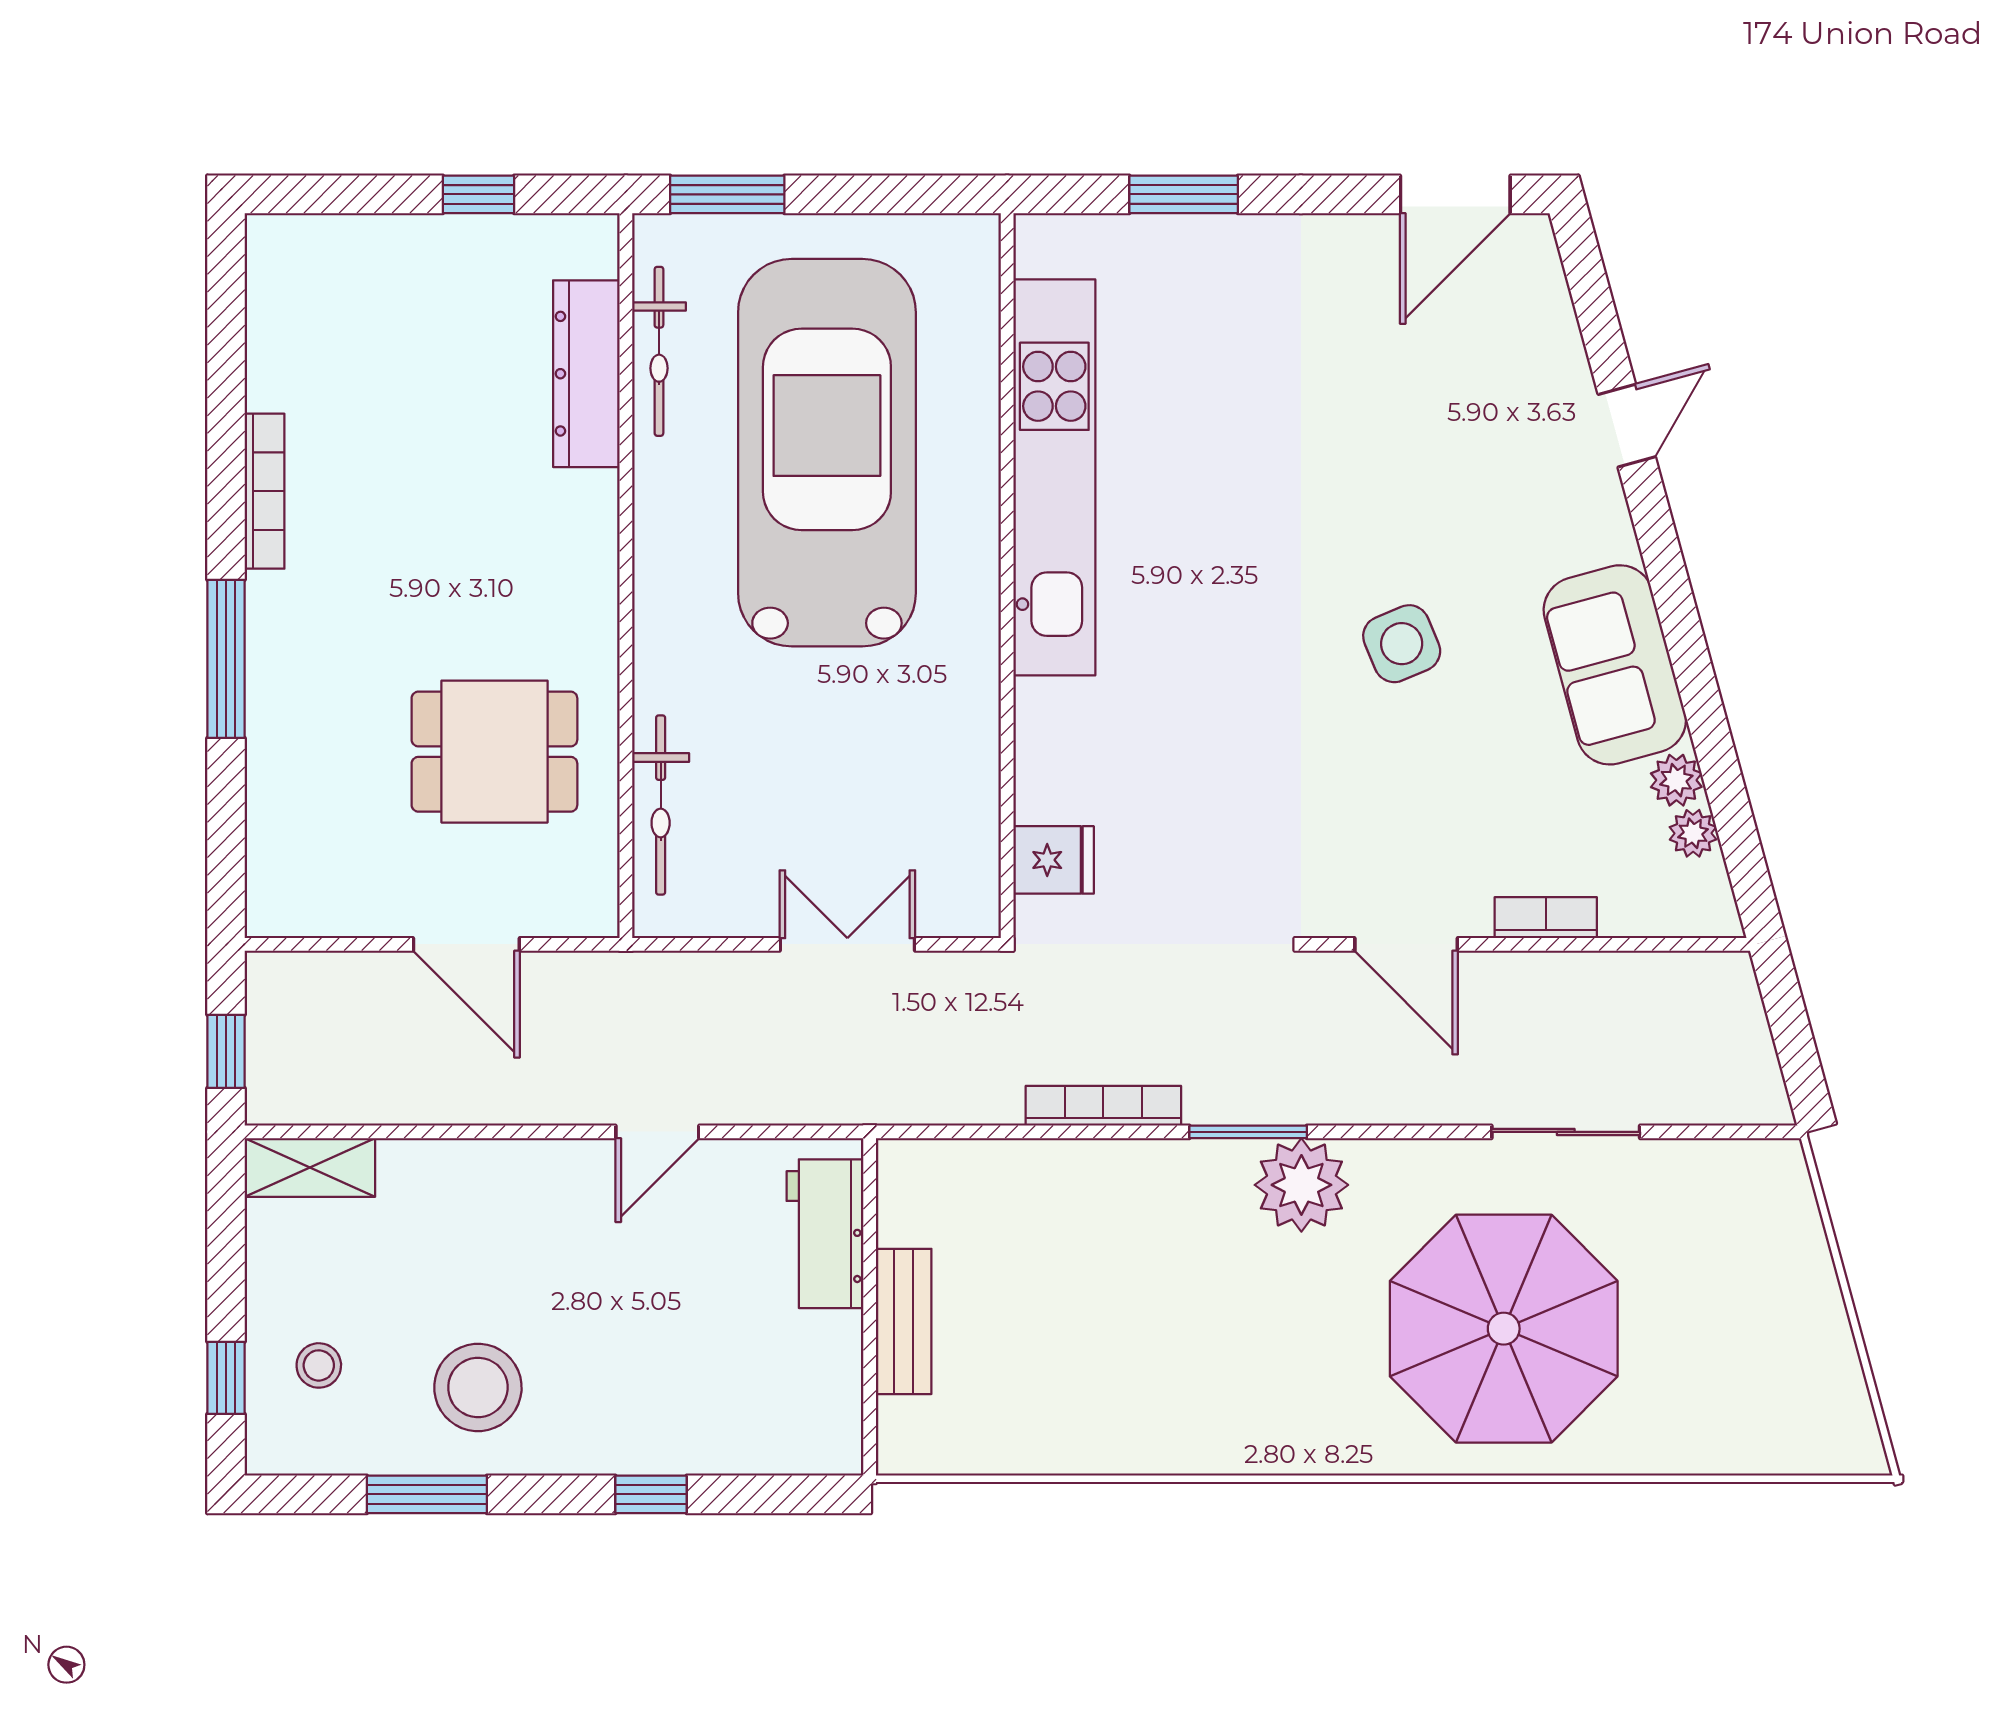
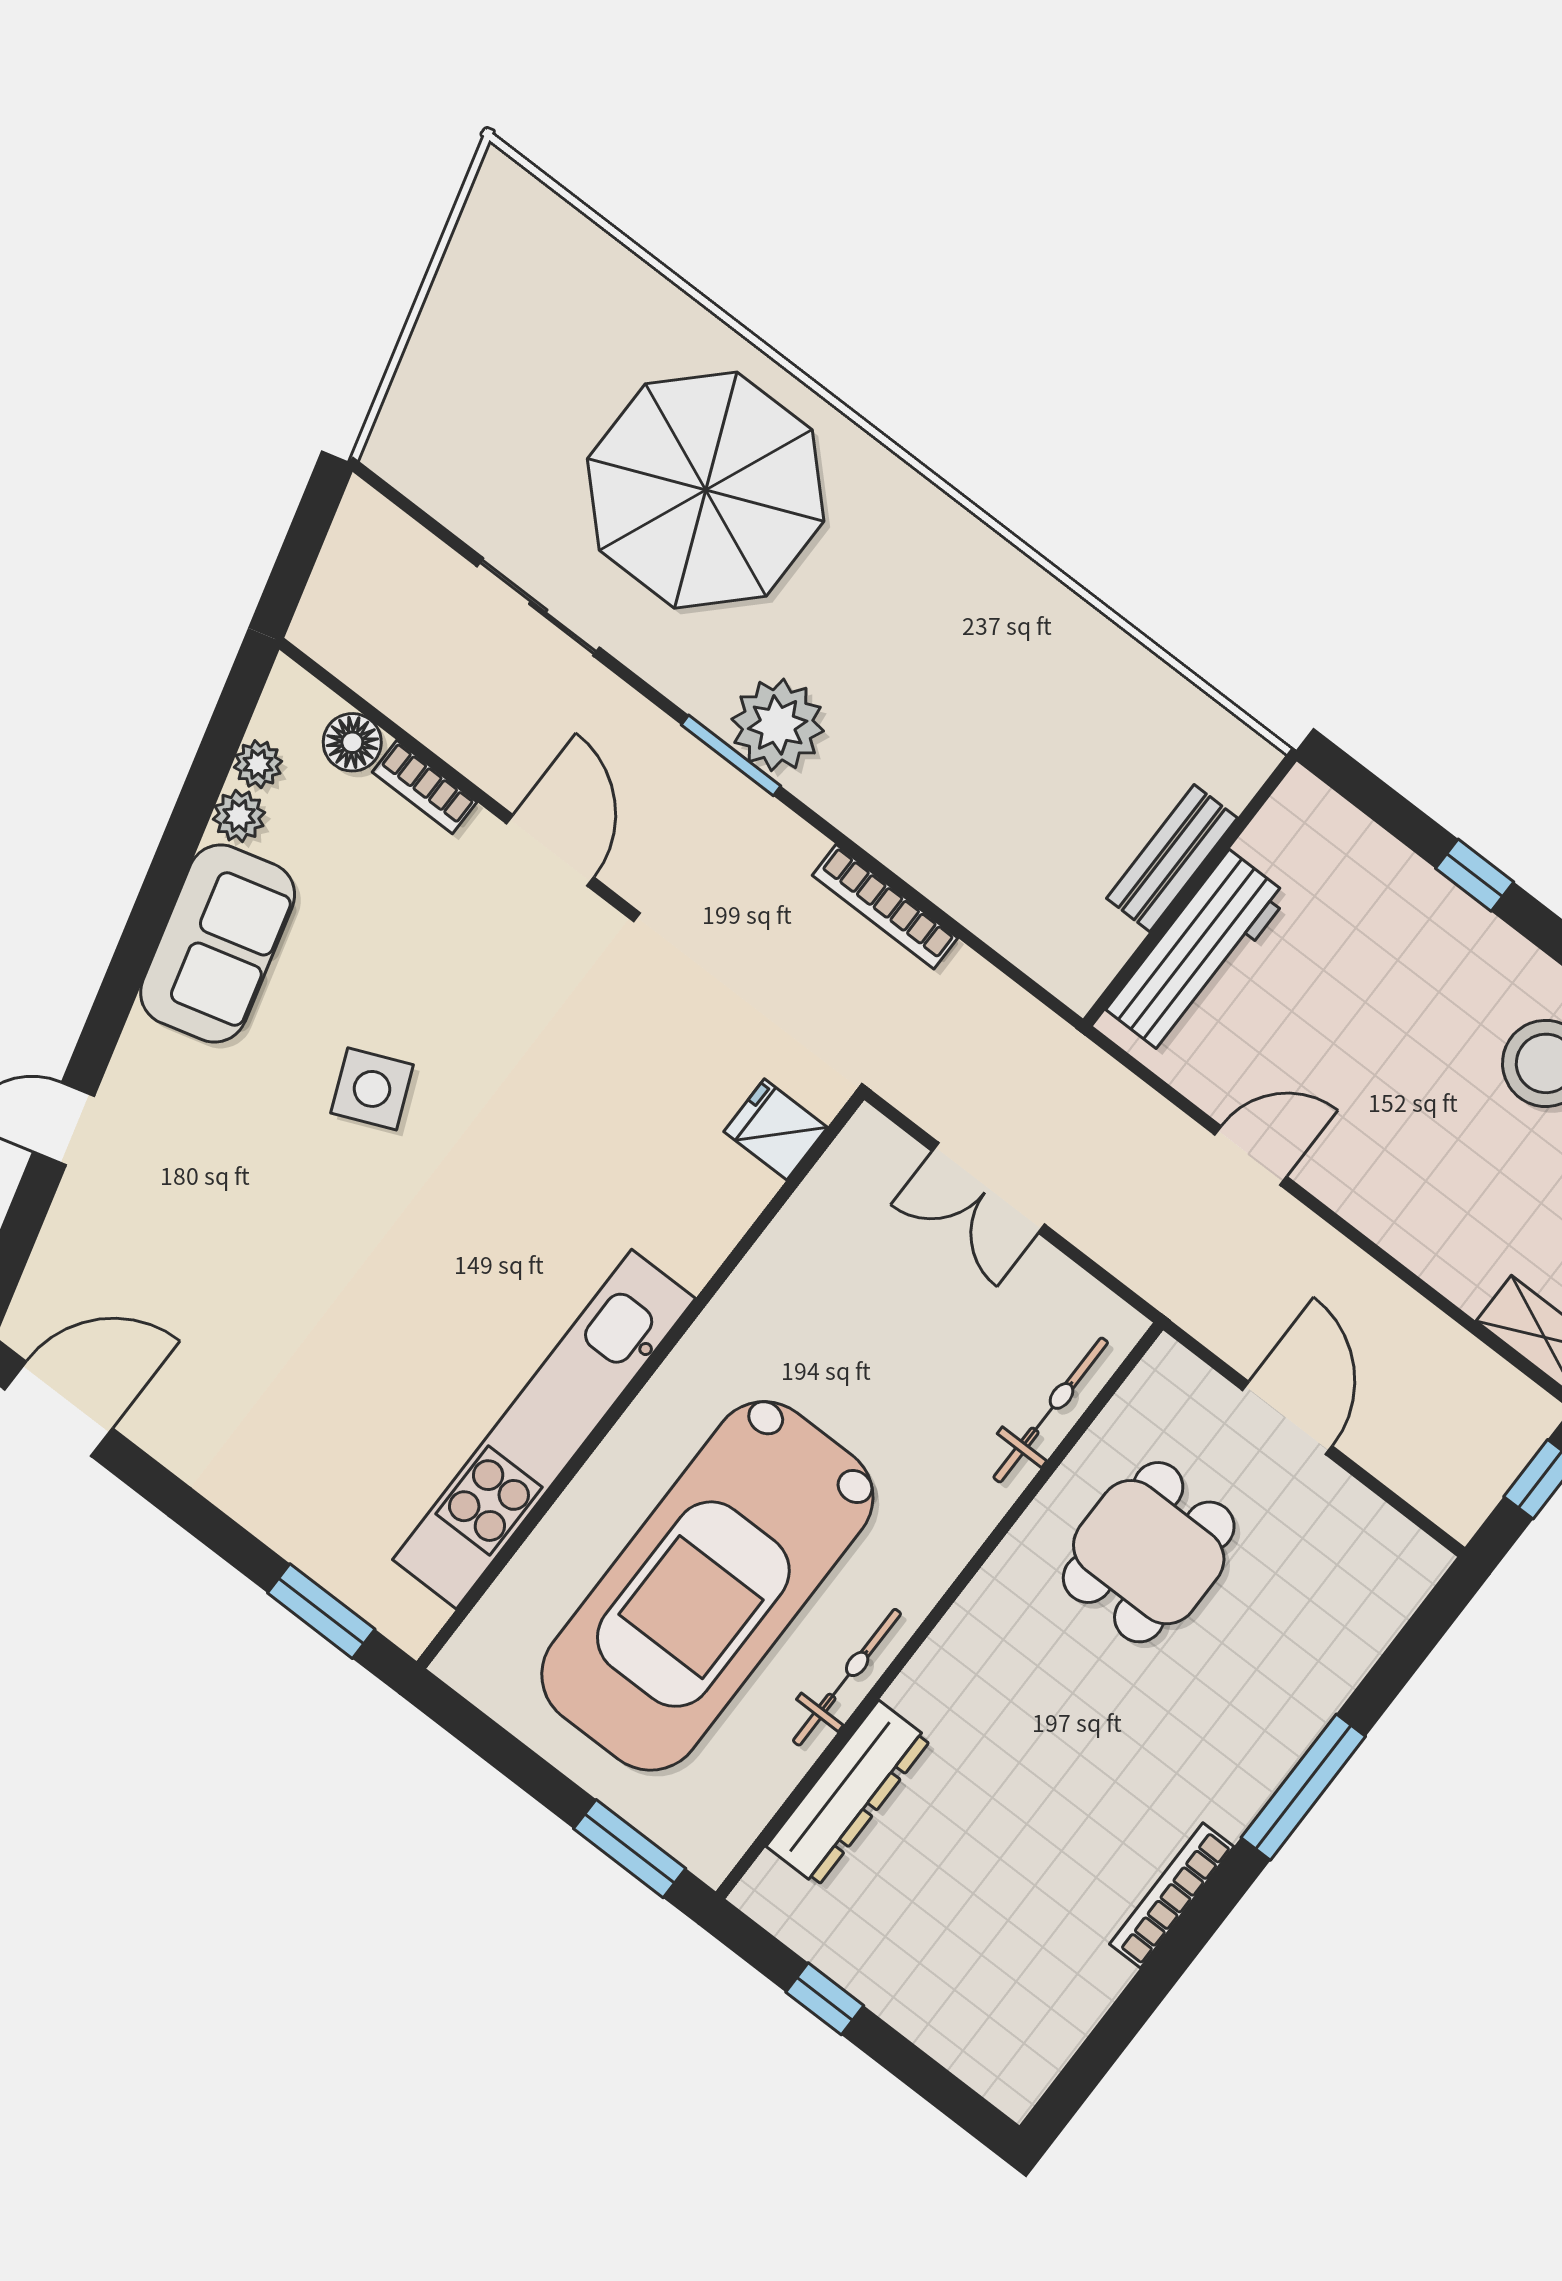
window: (1184, 194) -> (321, 1611), moved
bicycle: (659, 351) -> (847, 1677), moved
dining table: (494, 752) -> (1149, 1552), turned 90
floor lamp: (1631, 909) -> (352, 742), added
window: (1248, 1132) -> (731, 755), moved
workbench: (825, 1234) -> (1198, 953), width x1.37

